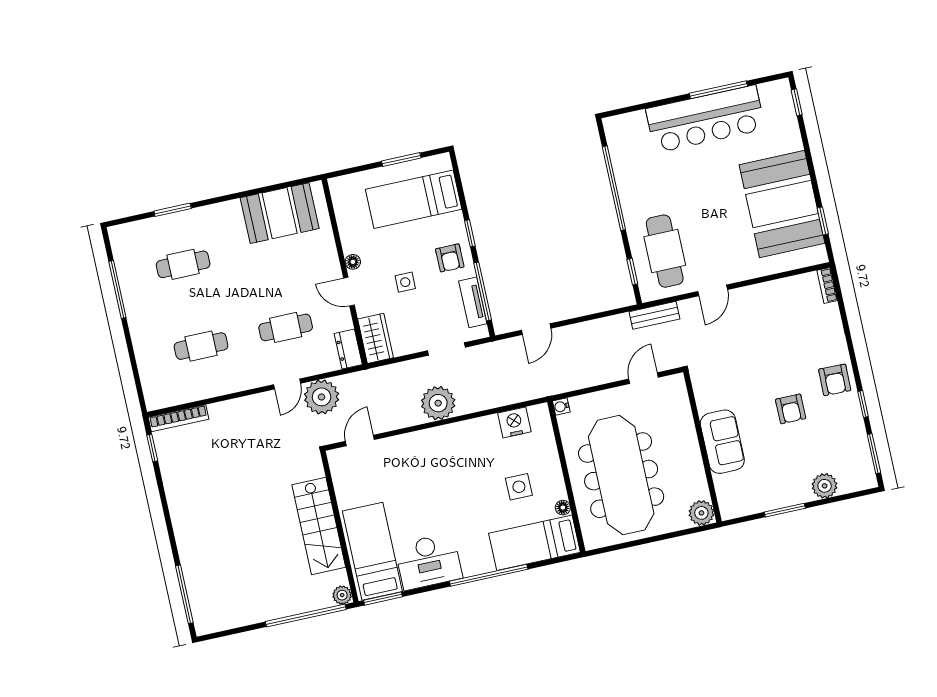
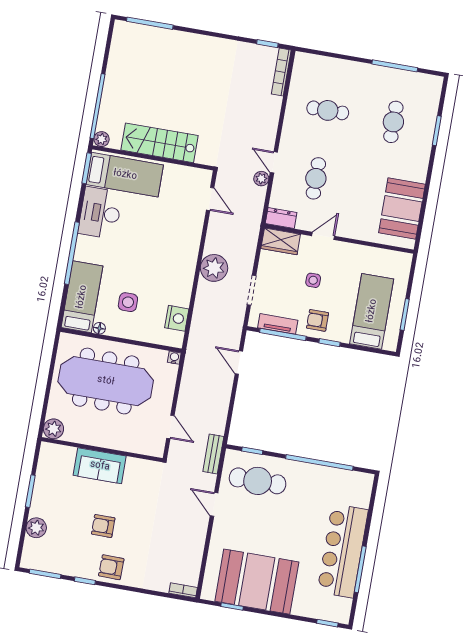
floor lamp: (353, 262) -> (344, 248), removed
cafe table: (201, 346) -> (328, 110), turned 90
plant: (322, 397) -> (261, 179), width x0.53, depth x0.53

